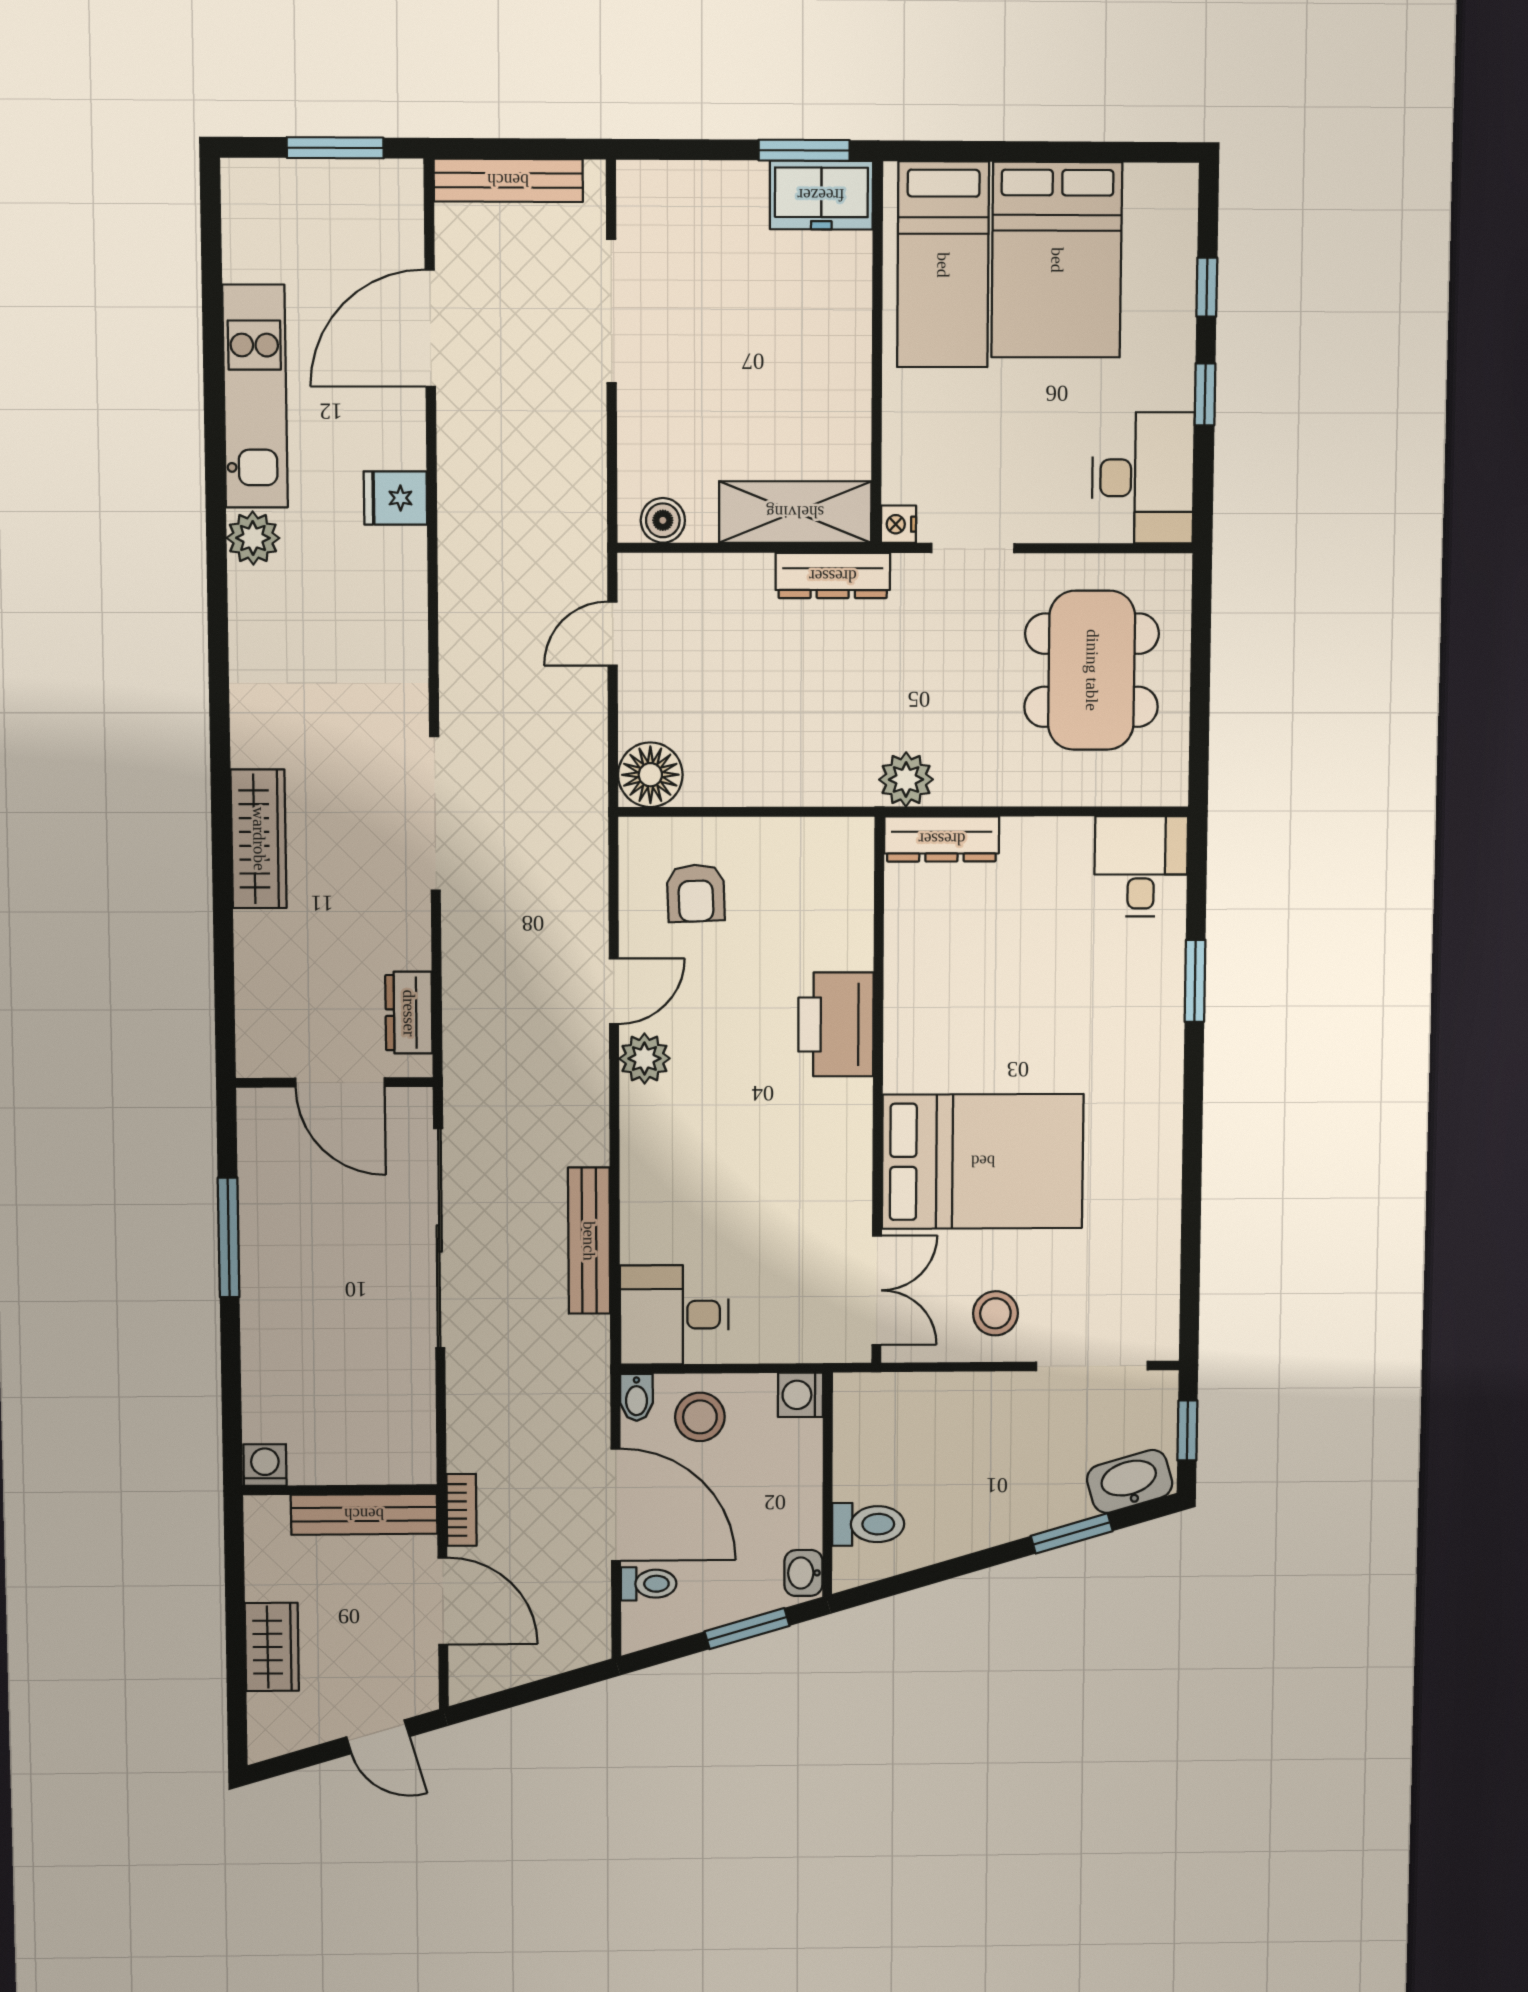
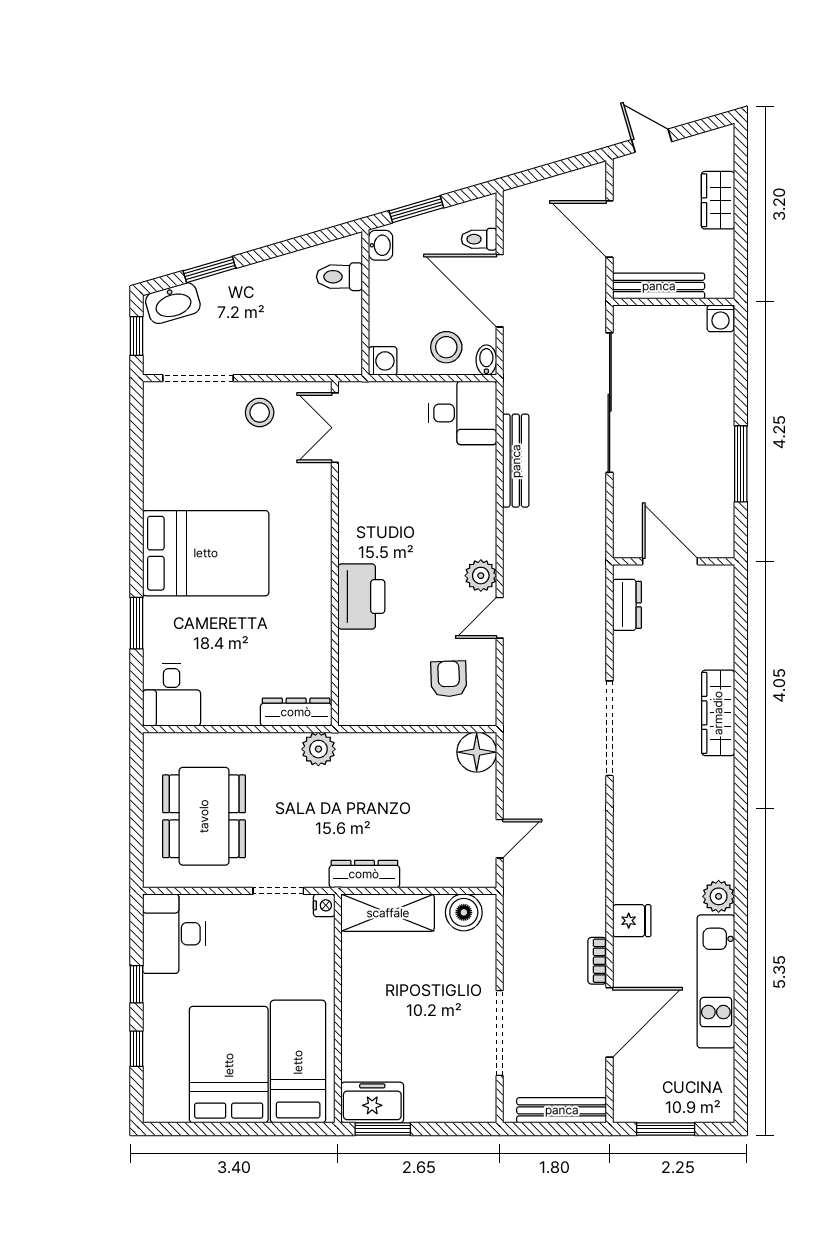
boiler: (663, 520) -> (464, 912), width x1.36, depth x1.36
bed: (983, 1161) -> (206, 553), moved, turned 180
sliding door: (439, 1239) -> (610, 403), moved
bookcase: (462, 1510) -> (597, 961), moved

